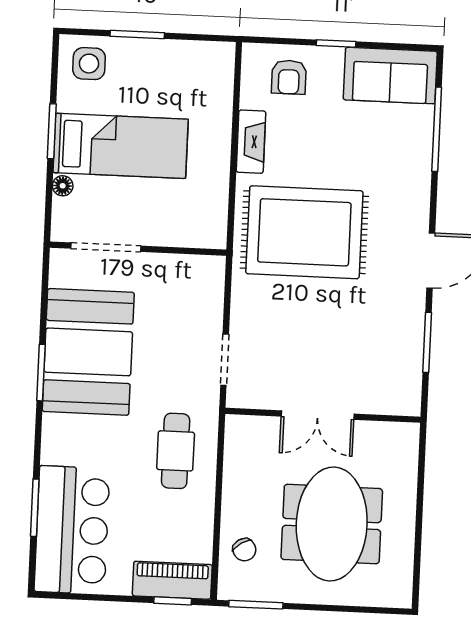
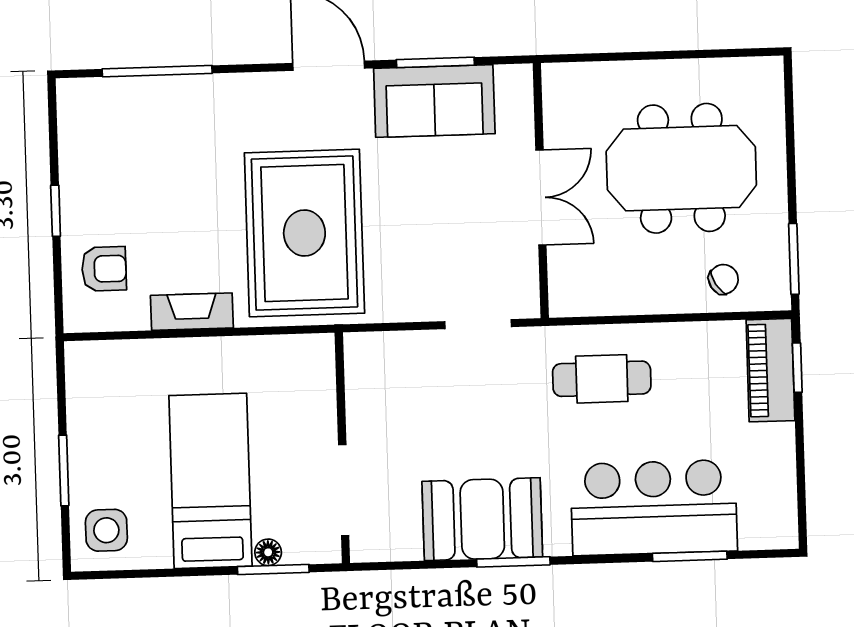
sofa: (390, 76) -> (434, 101), moved, turned 90
window: (52, 131) -> (273, 569), moved
booth: (88, 352) -> (482, 519), width x0.73, depth x0.70
bar counter: (72, 530) -> (654, 508), moved

